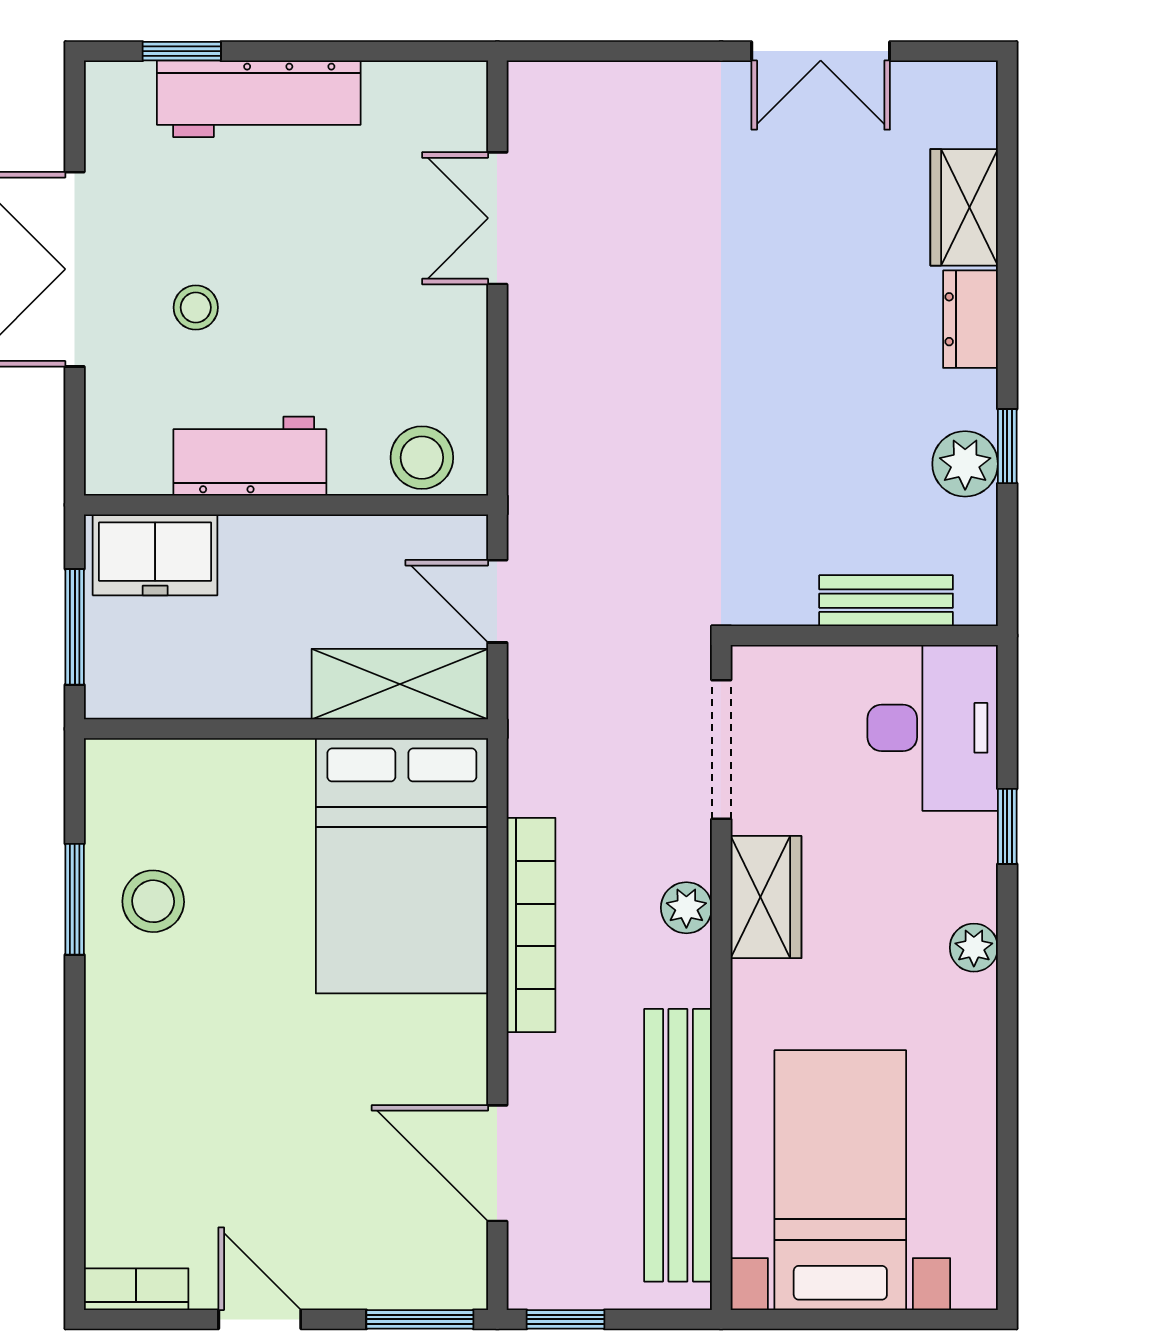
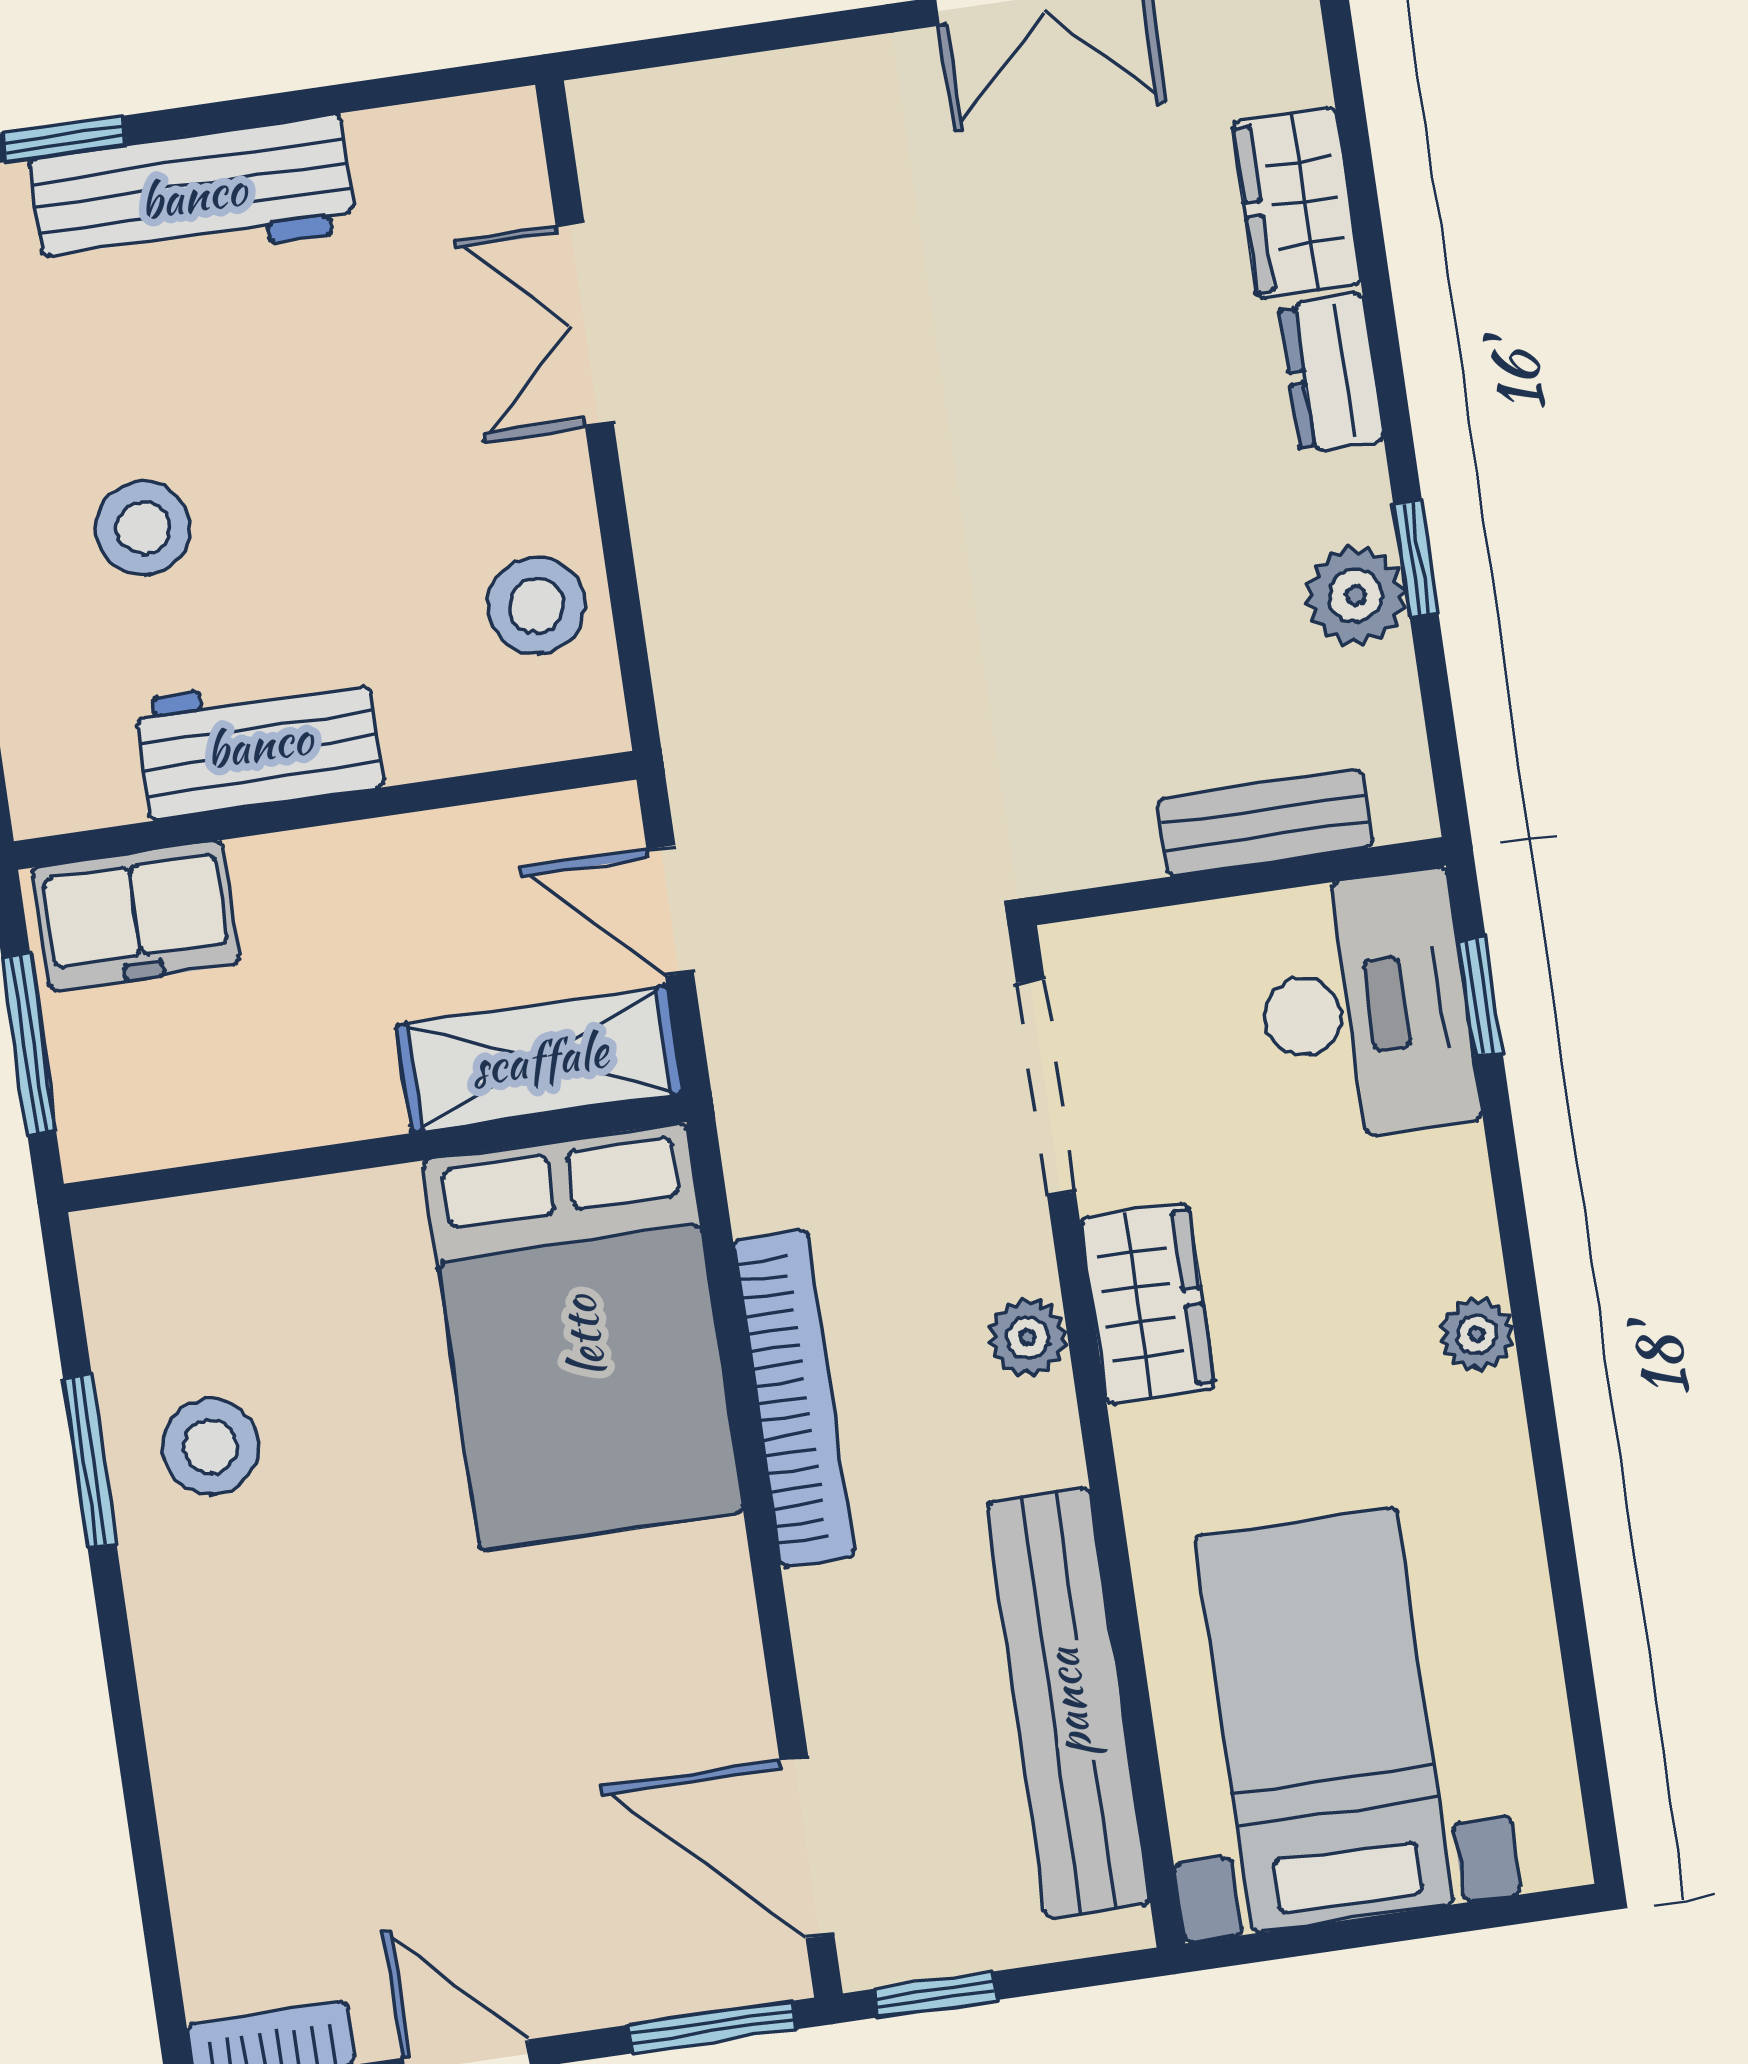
stool: (196, 307) -> (143, 528), width x1.37, depth x1.37
stool: (422, 458) -> (536, 606), moved
window: (1007, 826) -> (1480, 997), moved
door: (497, 1163) -> (807, 1847), moved

